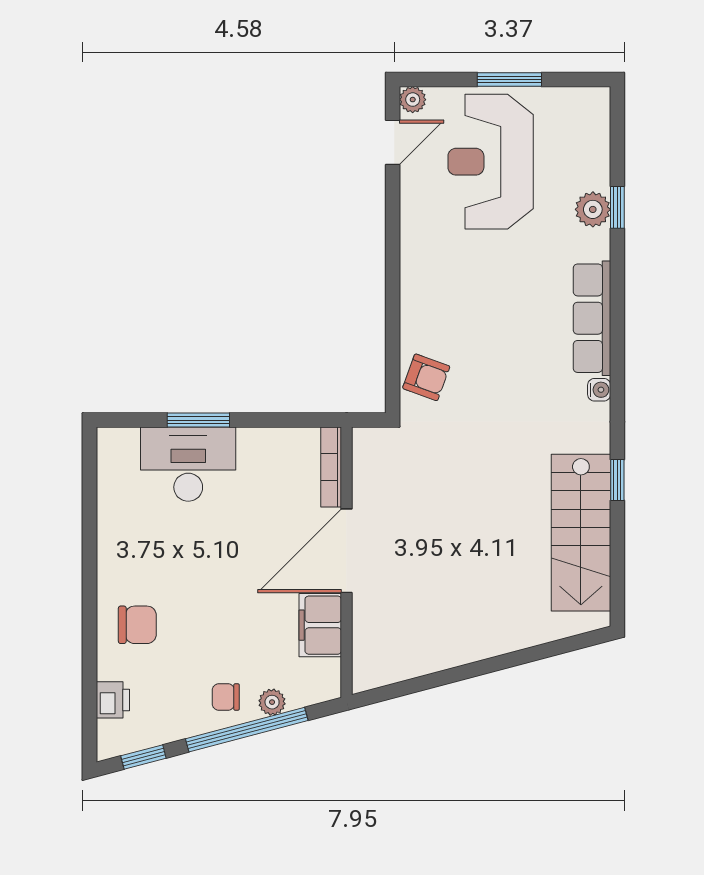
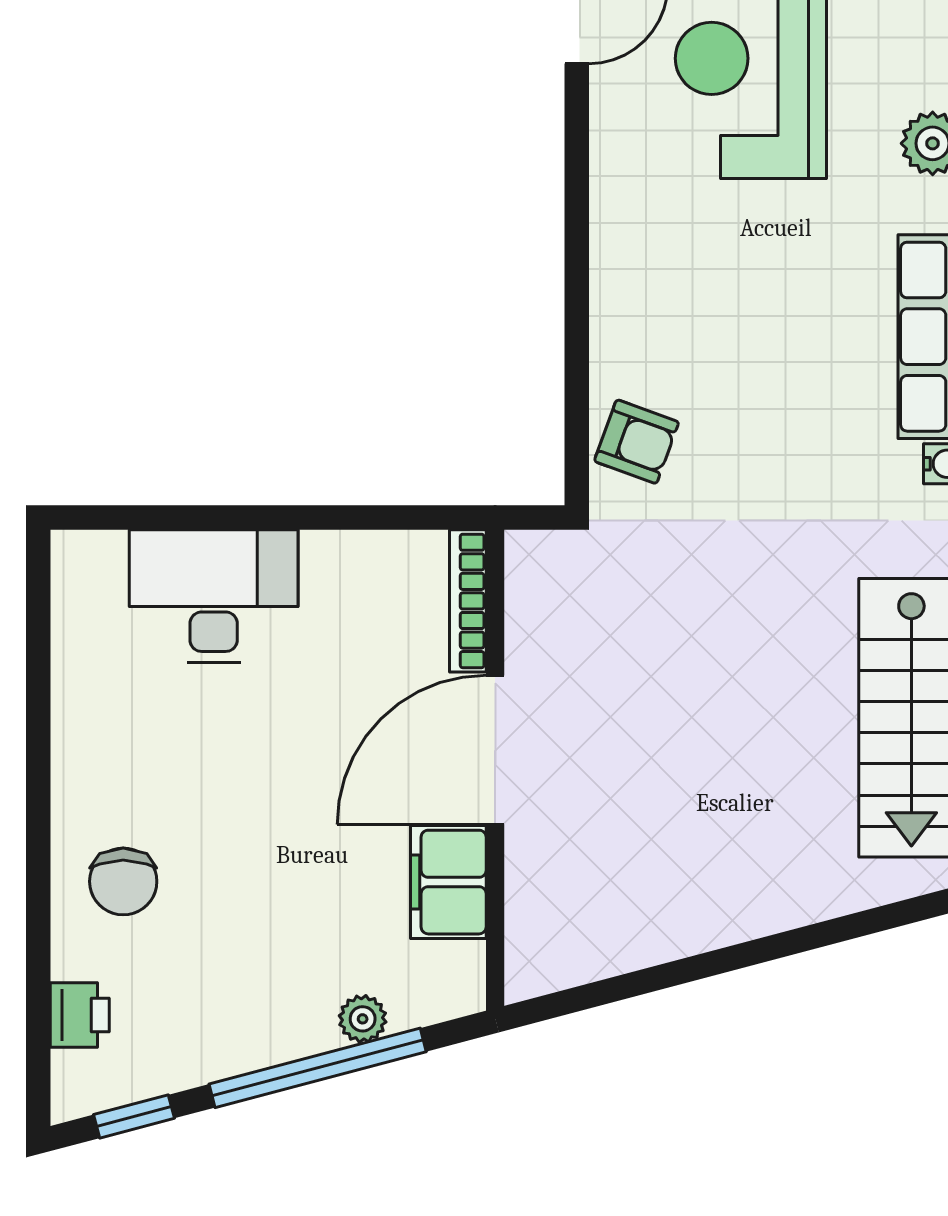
window: (198, 420) -> (232, 518), removed
chair: (137, 625) -> (123, 881), turned 90
chair: (226, 697) -> (280, 1010), removed

